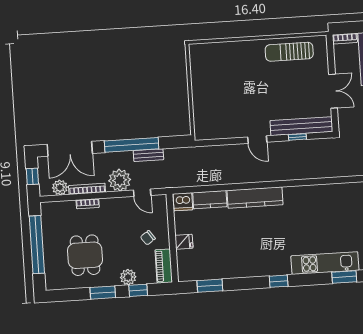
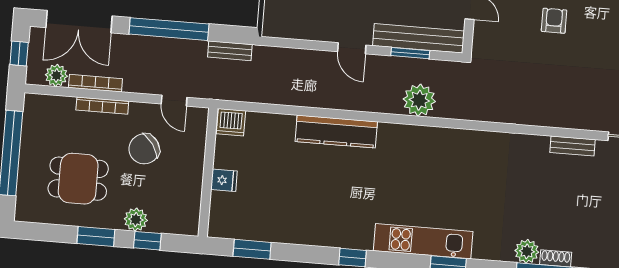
window: (297, 137) -> (410, 53), width x1.50
bench: (148, 155) -> (230, 51), moved
plant: (120, 180) -> (419, 100), moved
kitchen counter: (210, 200) -> (270, 125), removed
bookcase: (88, 204) -> (102, 106), width x1.56
chair: (148, 238) -> (144, 149), moved, width x1.87, depth x1.87
dining table: (85, 255) -> (78, 179), turned 90
piano: (164, 266) -> (190, 211), removed

